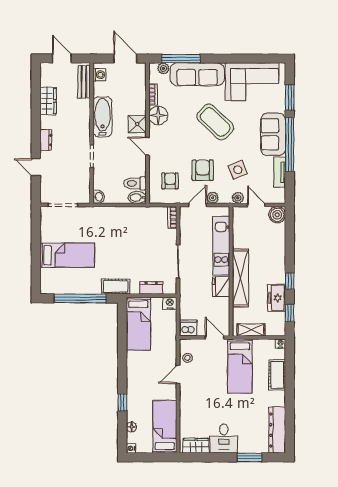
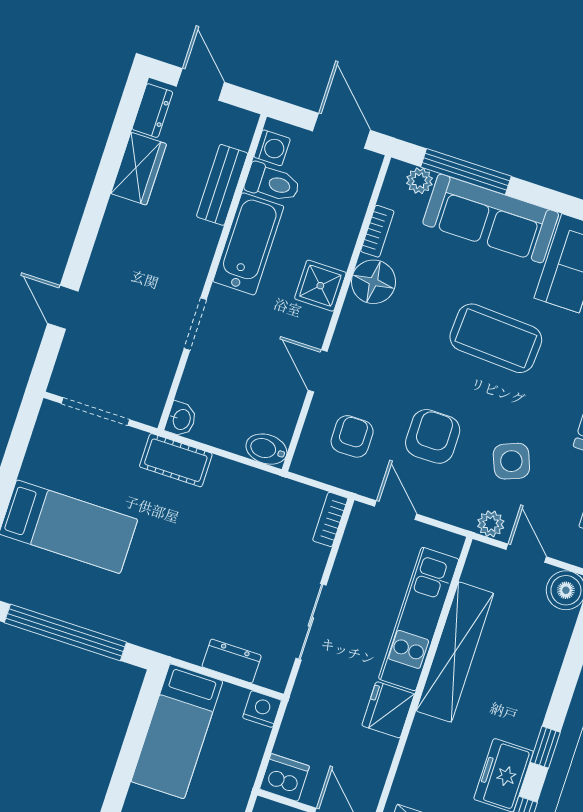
bench: (84, 82) -> (222, 185), moved
coffee table: (215, 122) -> (496, 338), turned -41
dresser: (46, 140) -> (152, 111), moved
door: (147, 146) -> (318, 371), moved
toilet: (135, 183) -> (272, 183), moved, turned 180
plant: (213, 198) -> (435, 505), removed
door: (198, 205) -> (396, 510), hinge flipped
shelving: (240, 278) -> (455, 652), moved
cot: (116, 287) -> (176, 460), moved

